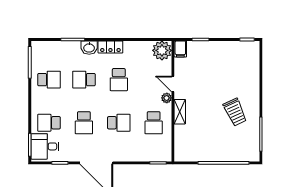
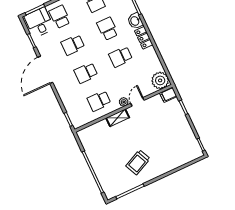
school desk: (119, 123) -> (86, 73), turned 90

